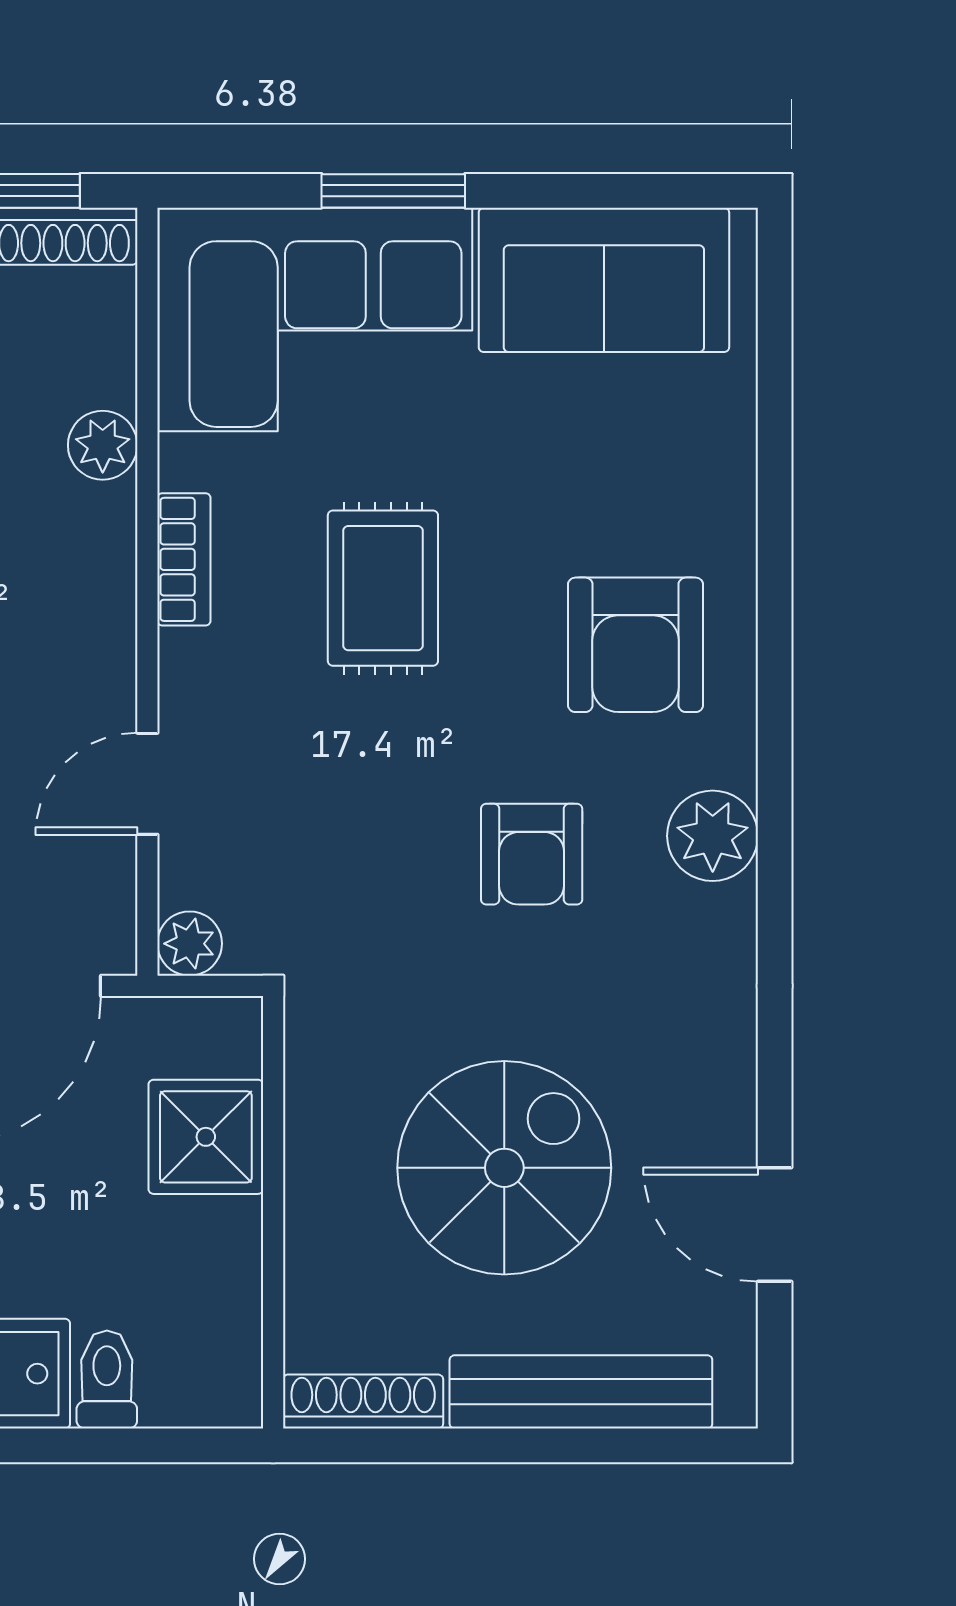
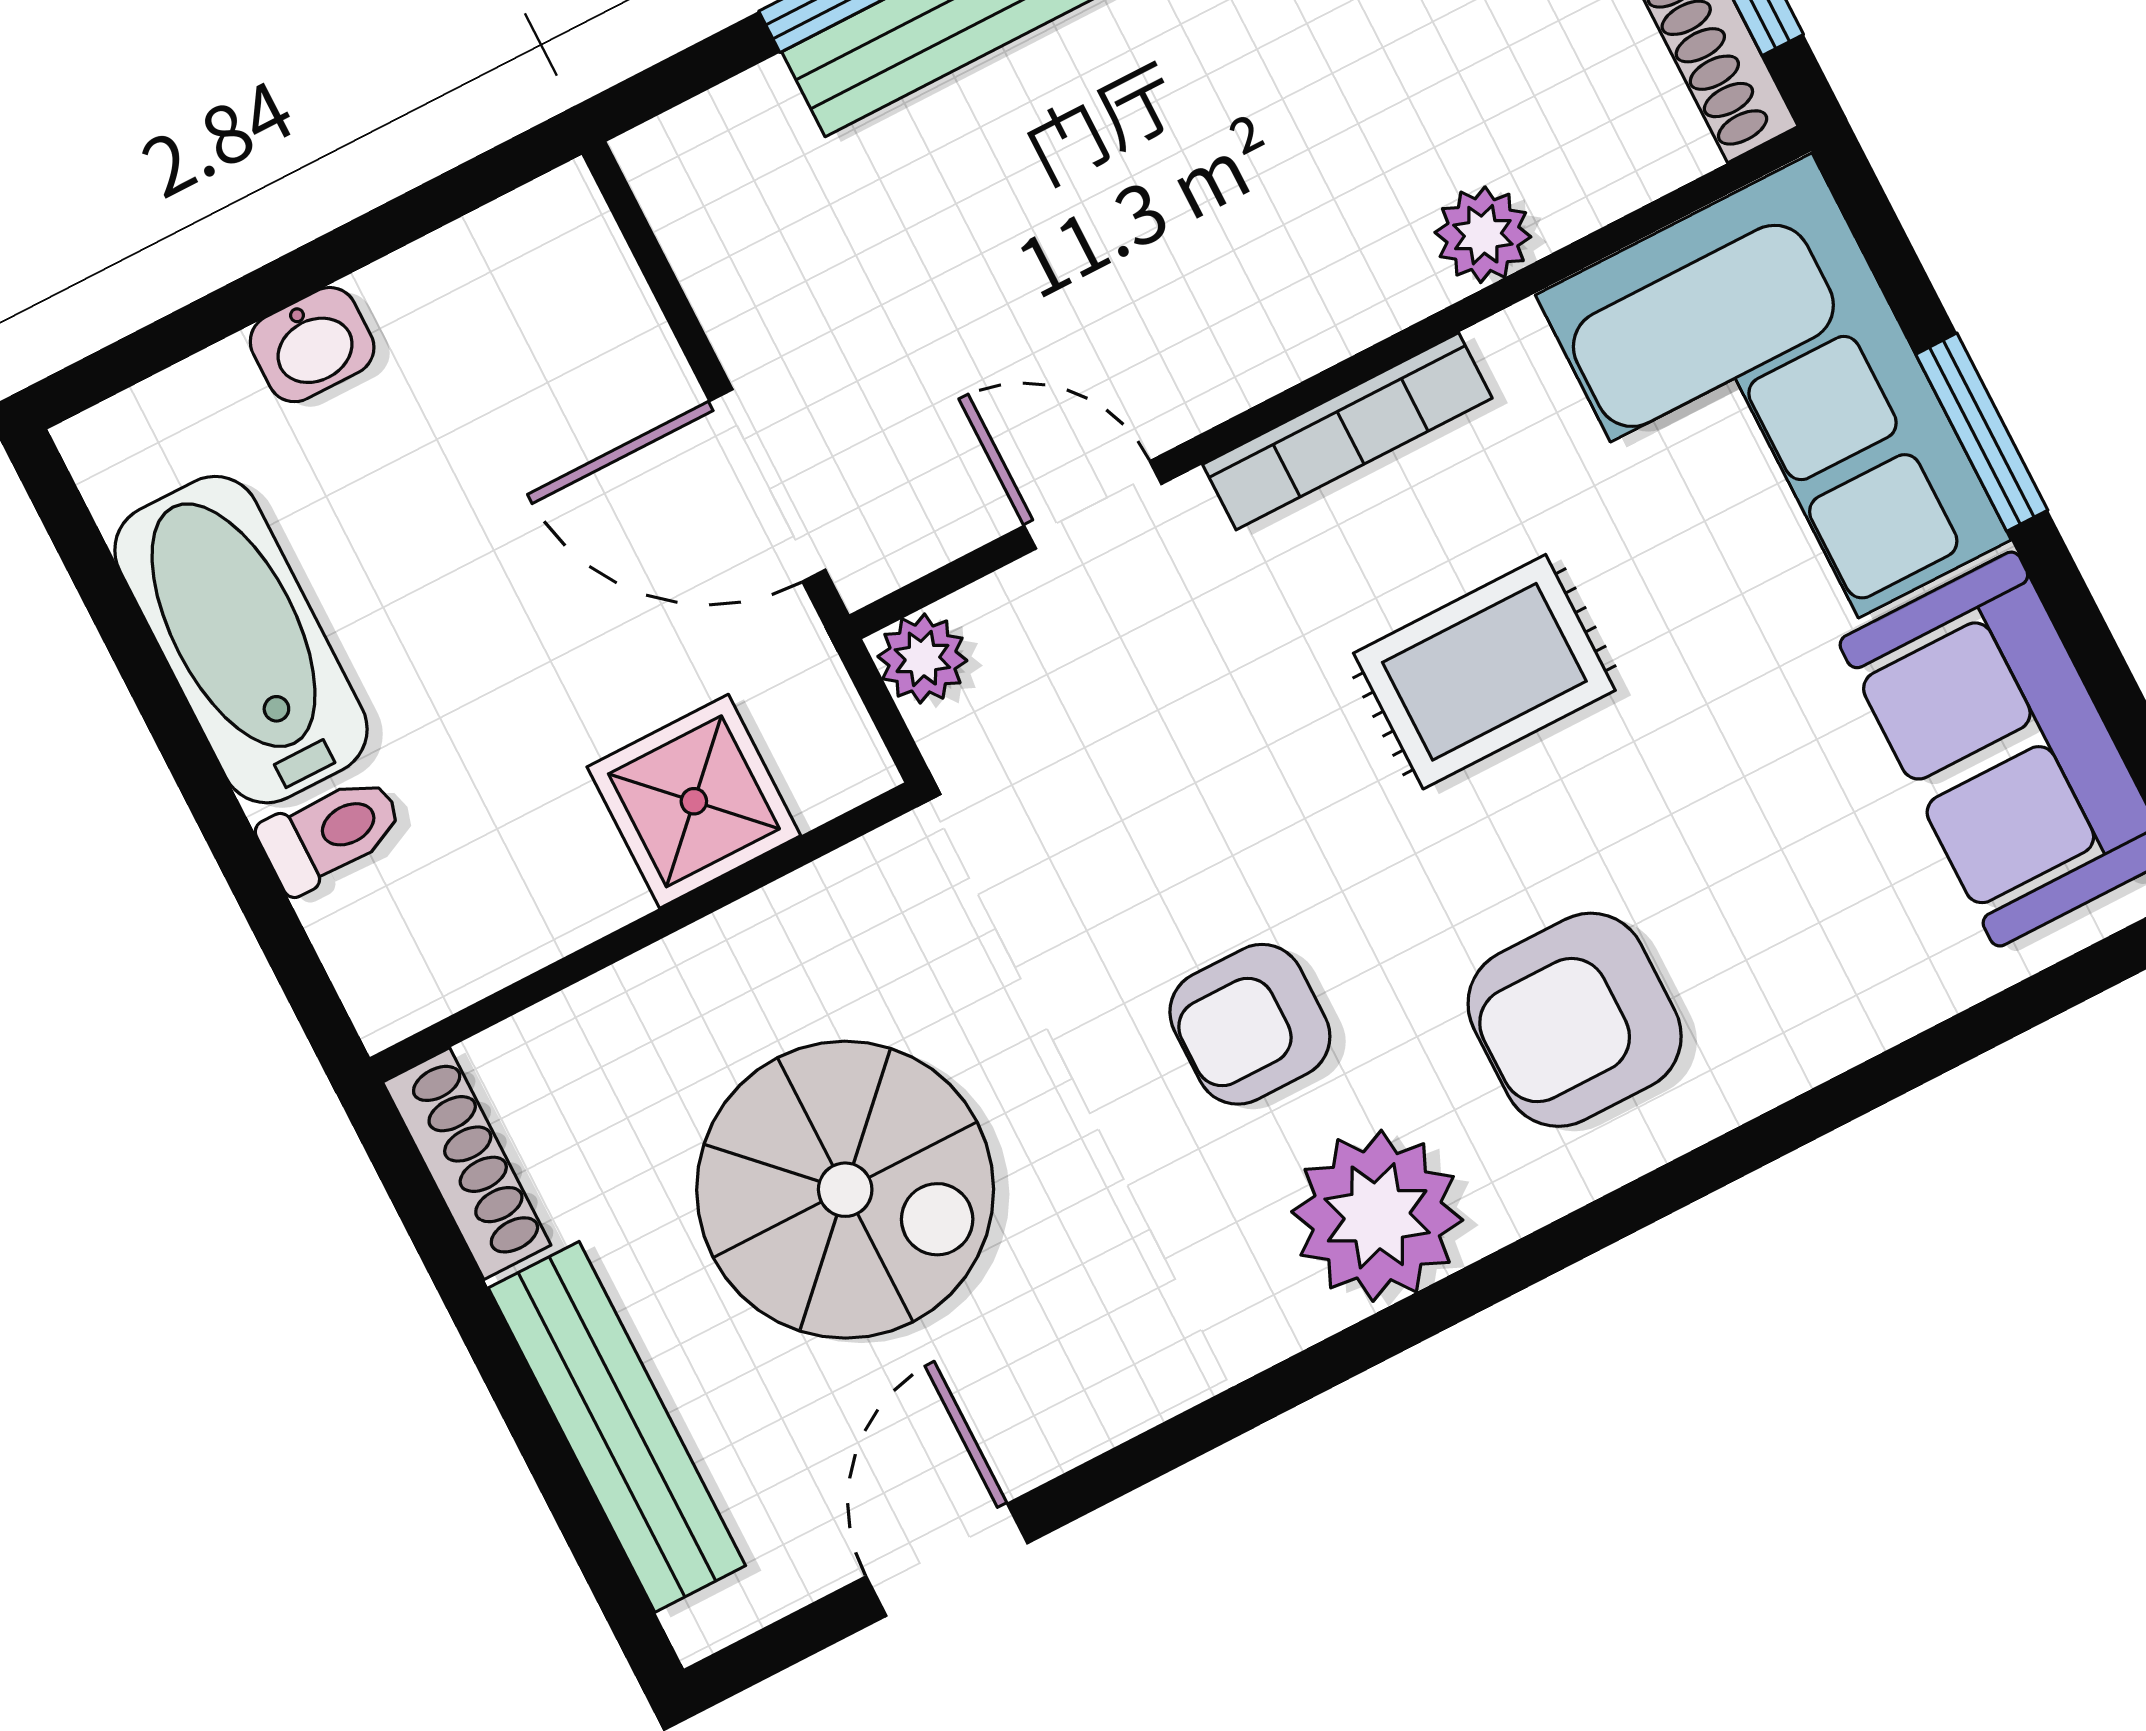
bookcase: (184, 559) -> (1347, 431), width x1.56
plant: (713, 836) -> (1377, 1216), width x1.36, depth x1.36

